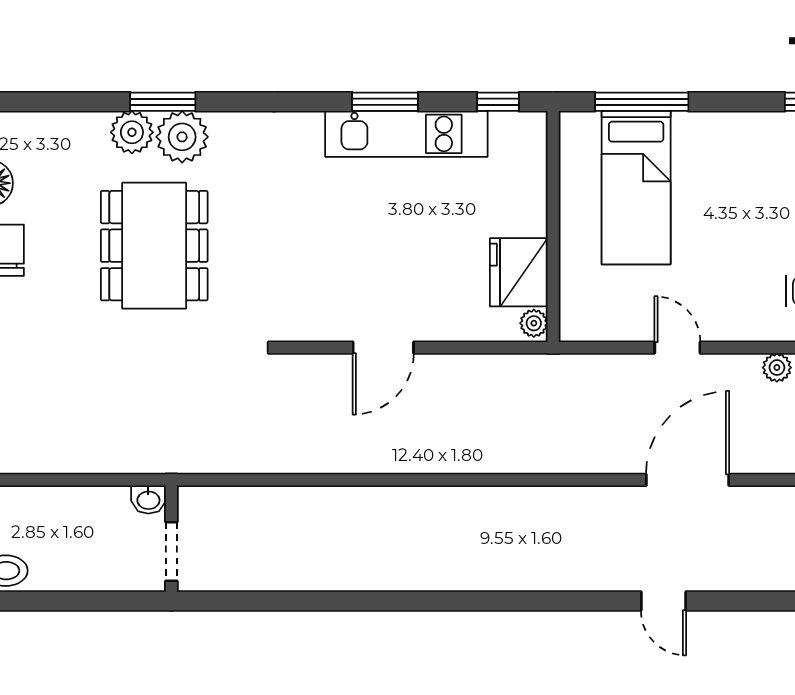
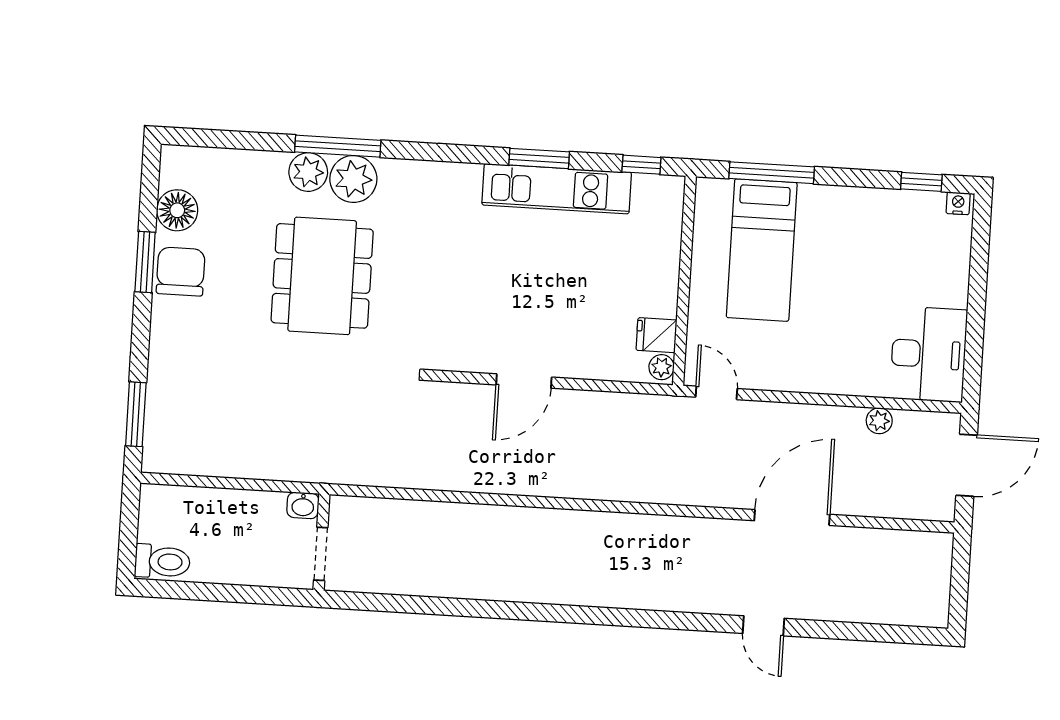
window: (163, 102) -> (338, 146), width x1.44
fridge: (519, 272) -> (656, 335), width x0.53, depth x0.75
door: (677, 348) -> (716, 393), moved

